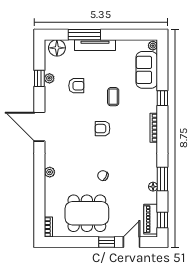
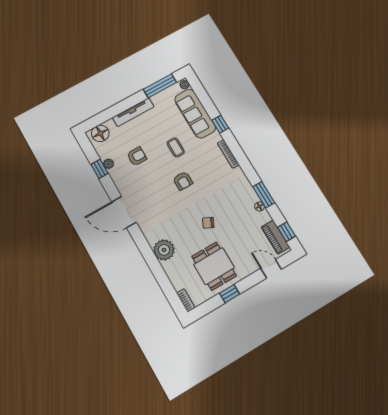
window: (84, 35) -> (160, 86), moved
sofa: (147, 70) -> (195, 114), width x1.36
armchair: (102, 129) -> (183, 181), turned -90
plant: (50, 172) -> (164, 250), width x1.87, depth x1.87
dining table: (87, 213) -> (214, 266), width x0.73
window: (107, 242) -> (230, 294), moved
door: (132, 242) -> (271, 269), hinge flipped

